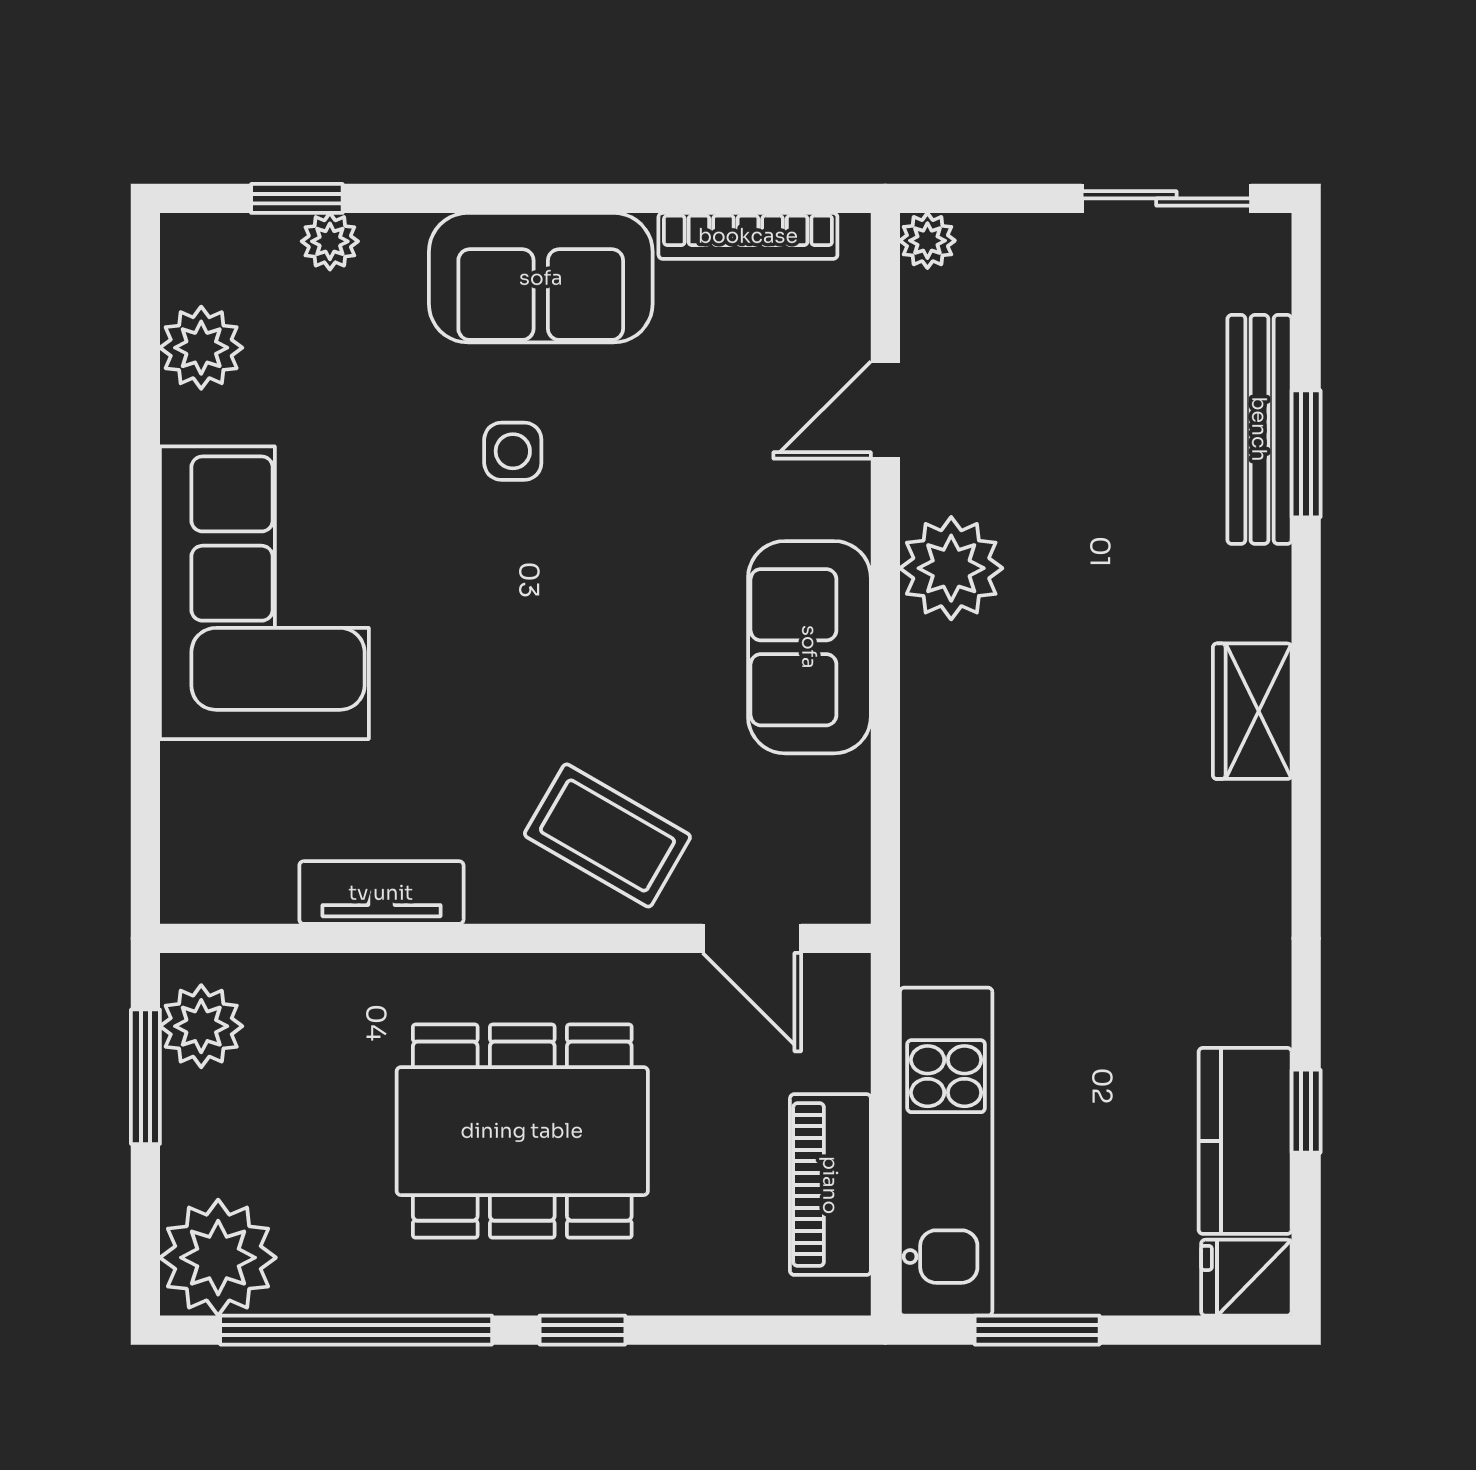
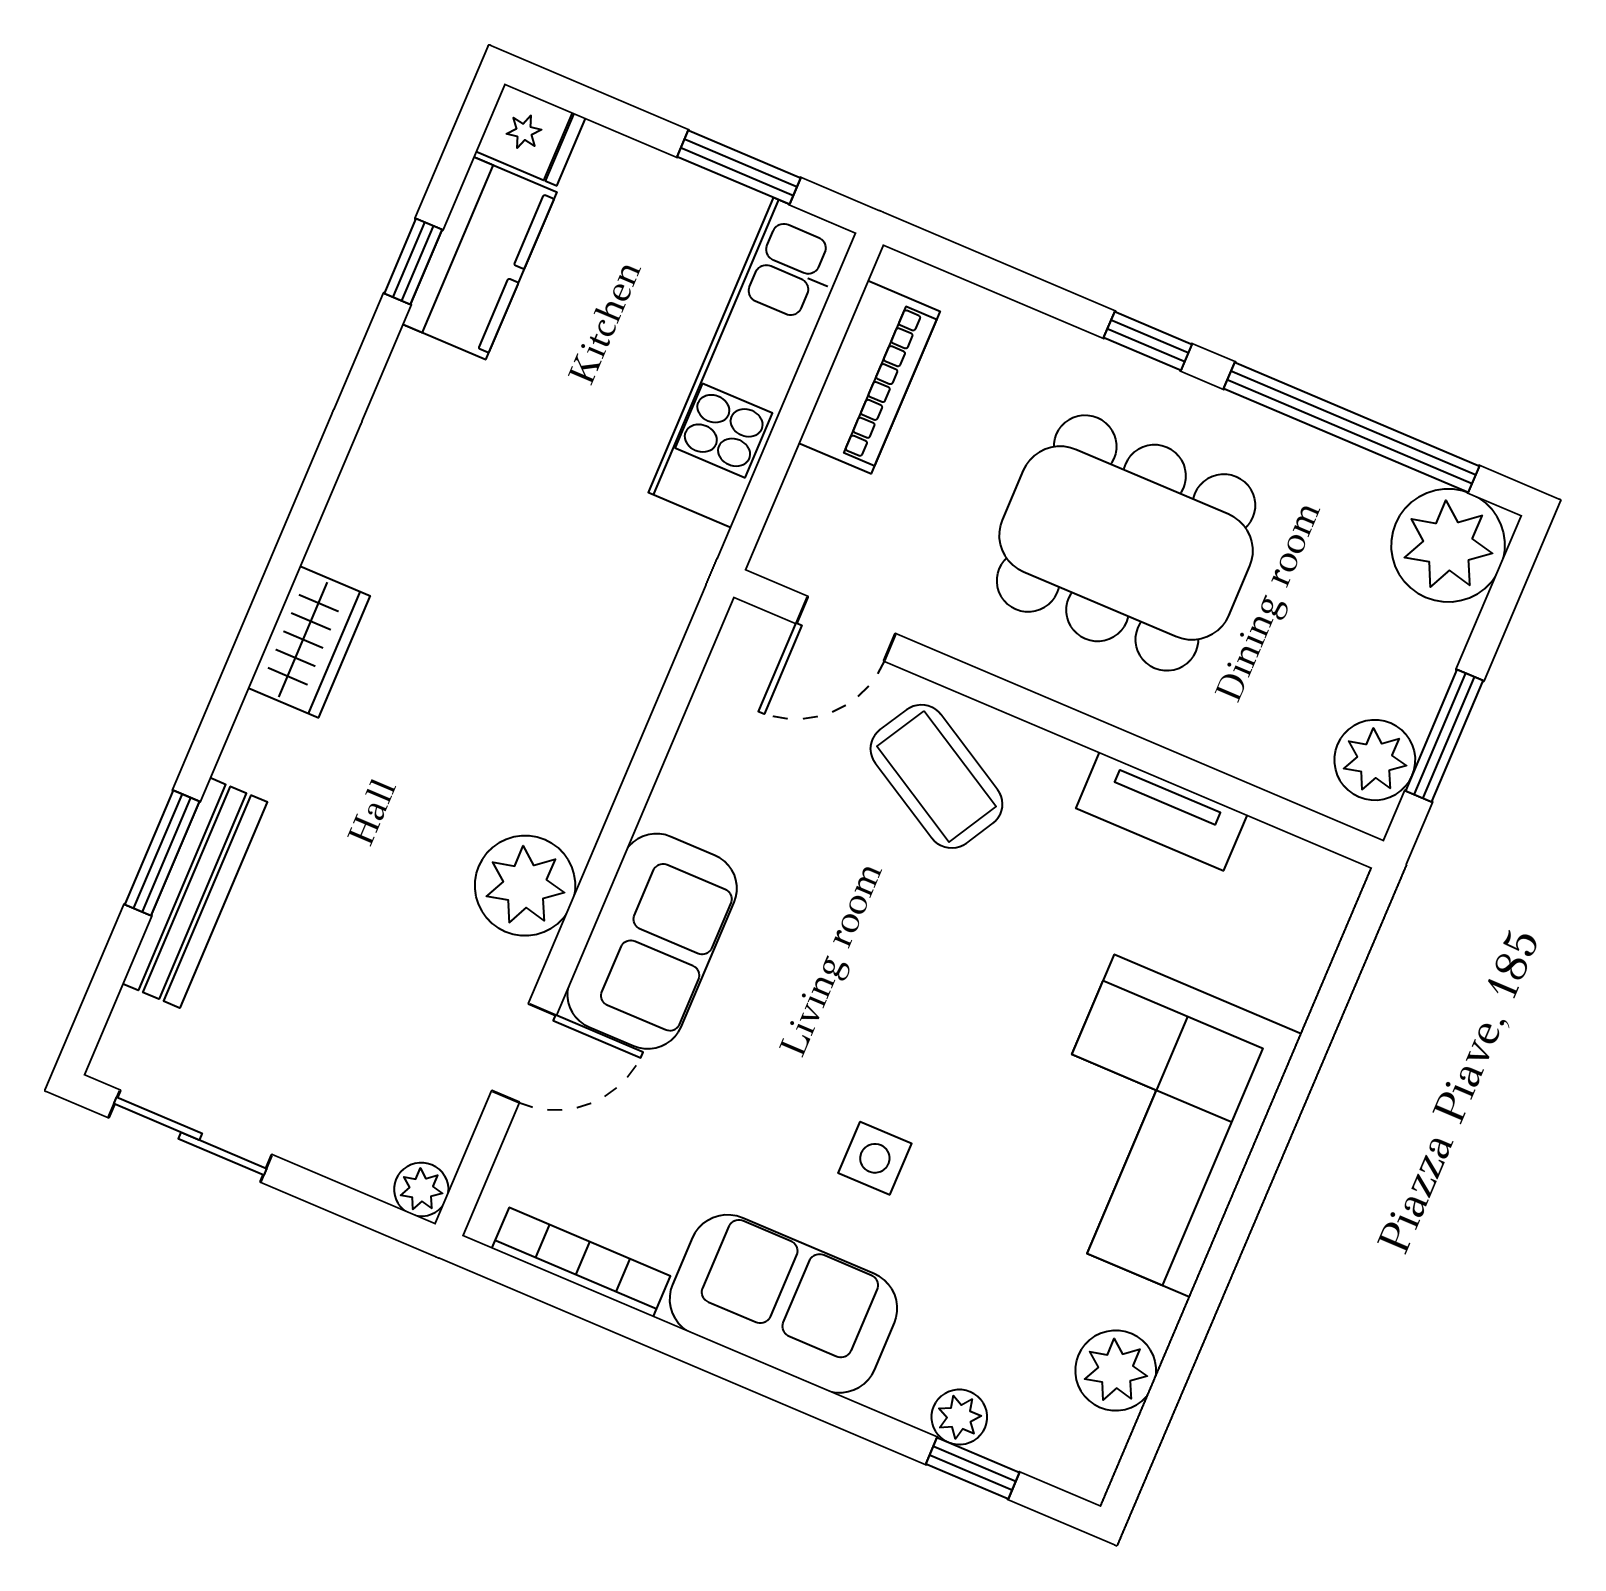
sofa: (809, 647) -> (652, 941), moved
door: (752, 938) -> (846, 629), swing flipped

